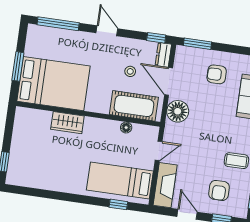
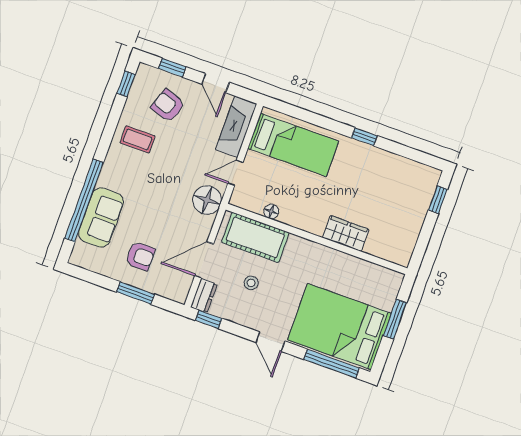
window: (197, 44) -> (135, 293), moved
door: (169, 81) -> (204, 260), swing flipped
bed: (53, 84) -> (339, 327), moved
floor lamp: (178, 111) -> (207, 200), moved
armchair: (219, 190) -> (168, 106), turned -71
window: (118, 204) -> (364, 137), moved

